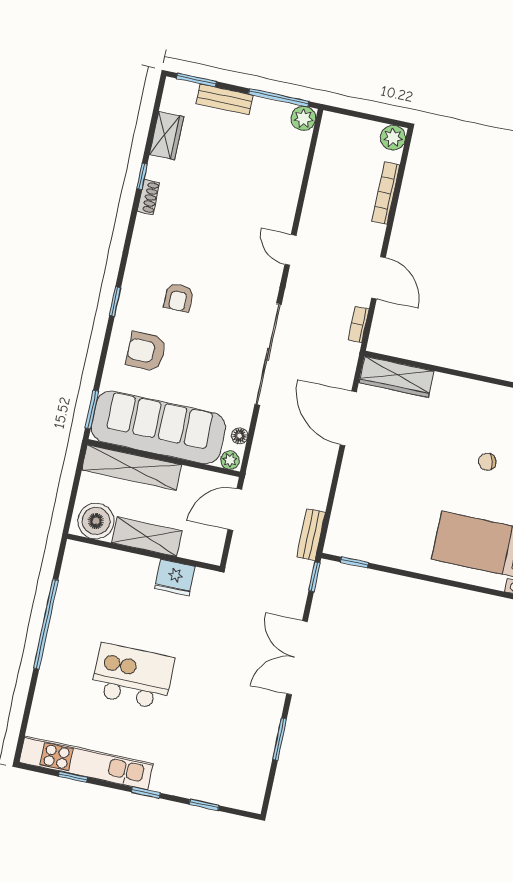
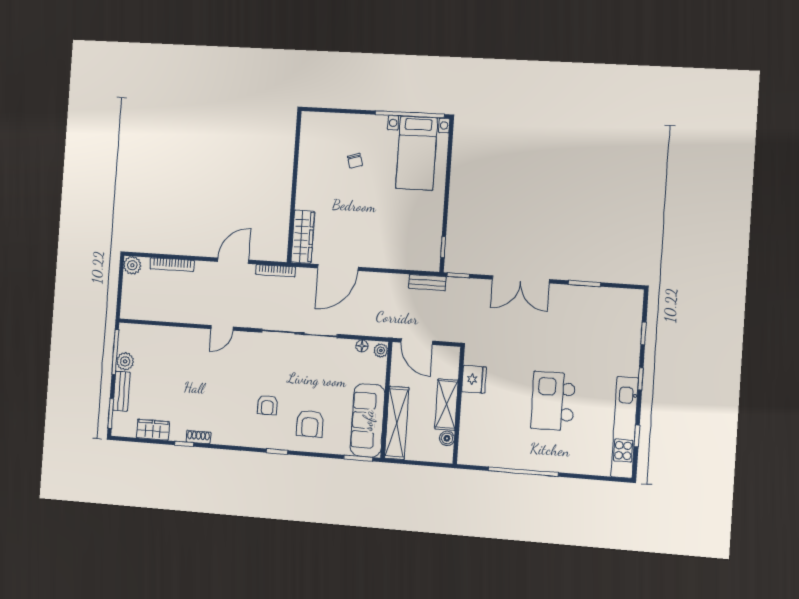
plant: (303, 118) -> (125, 361), moved
armchair: (179, 297) -> (267, 405), turned 90
bookcase: (359, 324) -> (276, 271), width x1.56
sofa: (158, 427) -> (368, 420), width x0.74, depth x0.79
boiler: (96, 521) -> (447, 438), width x0.54, depth x0.54

